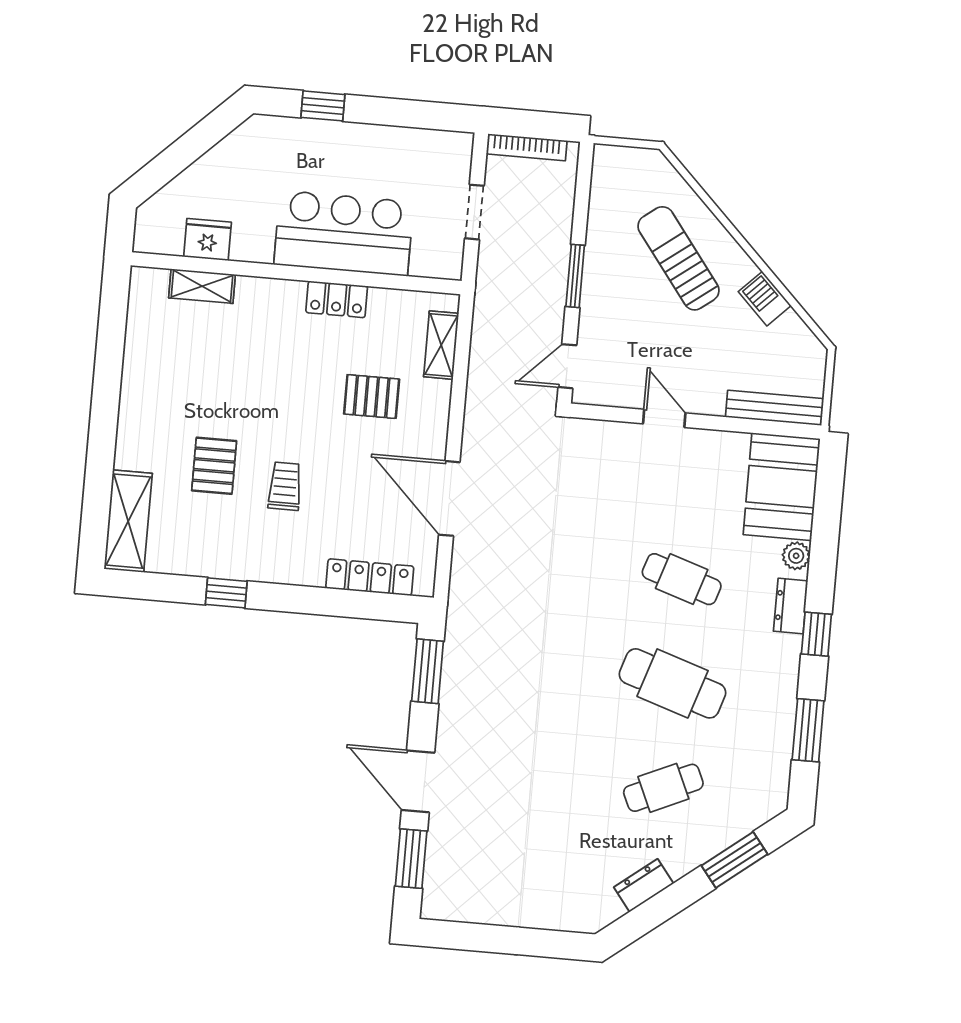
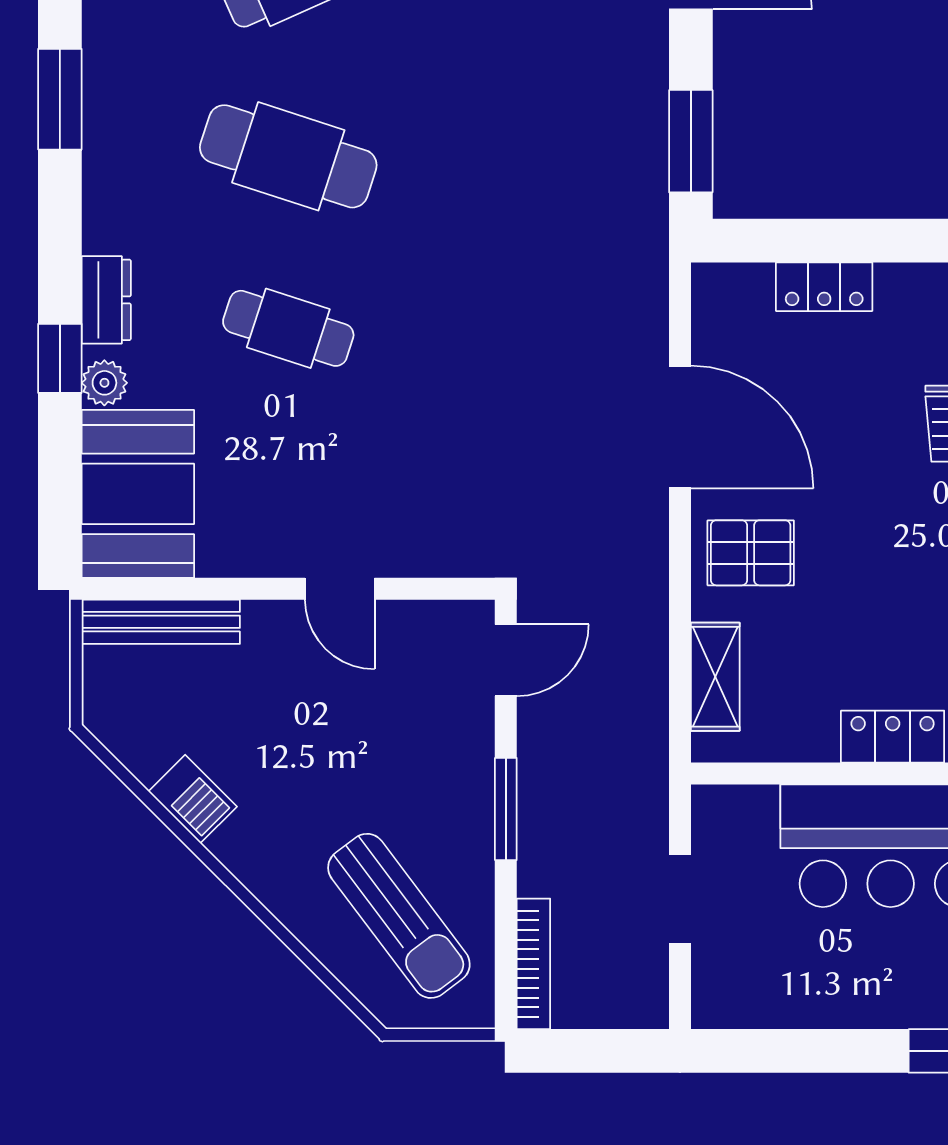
bookcase: (527, 147) -> (533, 964), moved, turned 90
sun lounger: (678, 258) -> (399, 916), moved
pallet: (372, 397) -> (751, 553), moved
locker: (370, 577) -> (824, 287), width x0.66
window: (816, 634) -> (60, 358), moved

